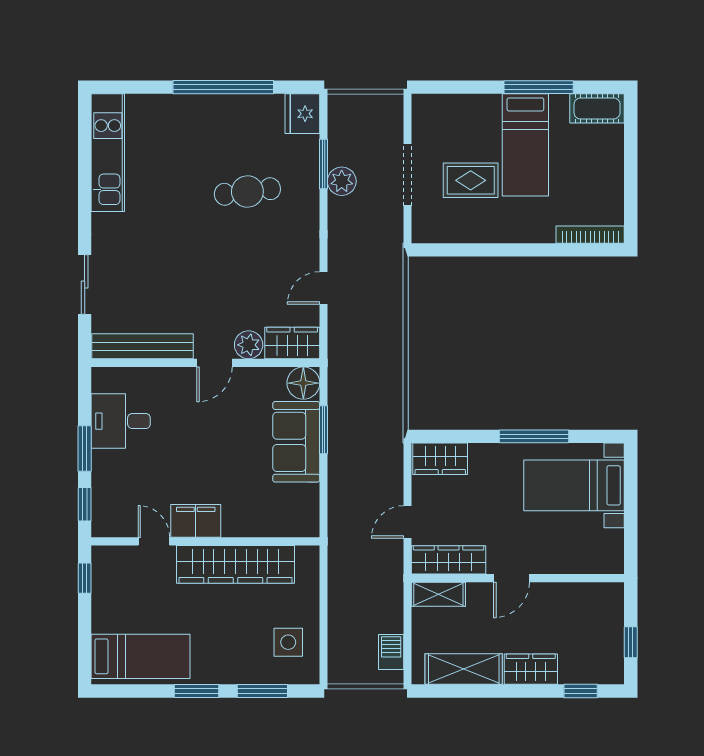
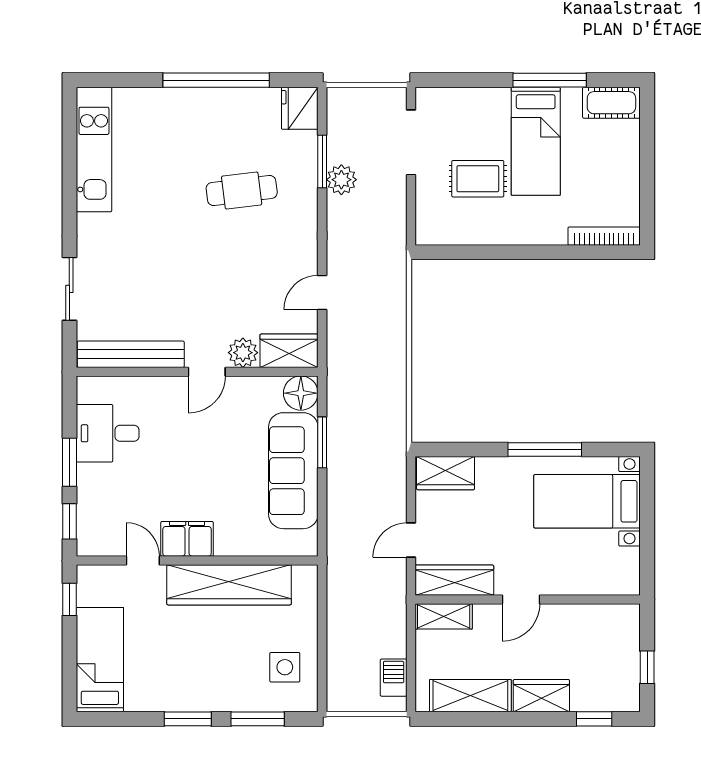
doorway: (408, 175) -> (411, 142), moved
sofa: (296, 442) -> (293, 471), width x1.36
bed: (141, 656) -> (100, 660), moved, turned -90

